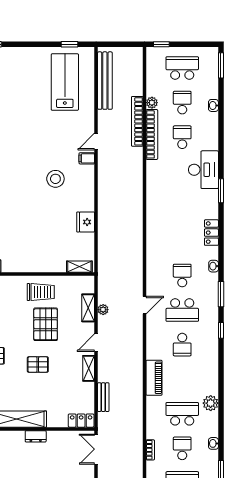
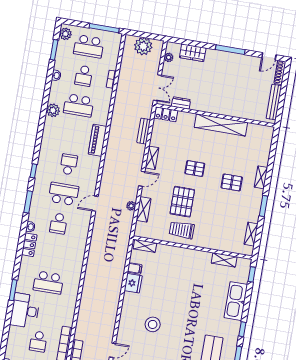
filing cabinet: (87, 158) -> (135, 268), moved
school desk: (182, 206) -> (48, 282), added
locker: (211, 233) -> (29, 245), moved
dresser: (36, 436) -> (181, 103), moved

